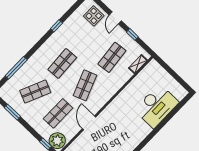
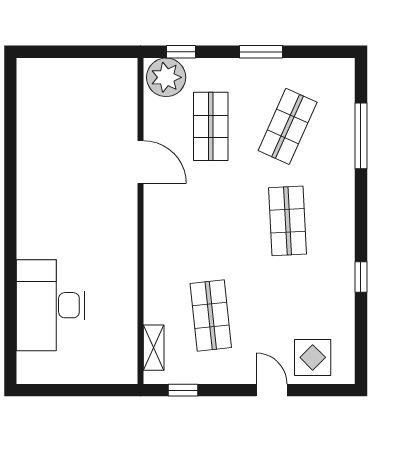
window: (132, 34) -> (183, 390), moved
shop shelf: (85, 85) -> (211, 221), removed
window: (12, 112) -> (261, 52), moved

